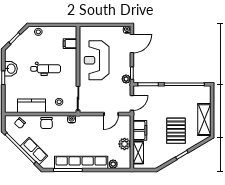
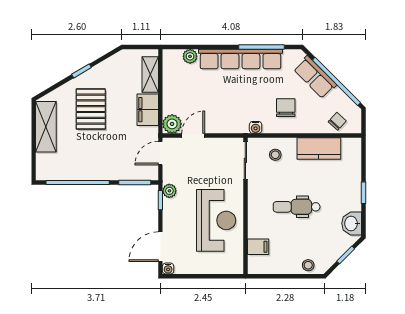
washbasin: (11, 69) -> (352, 223), moved
chair: (47, 123) -> (286, 108), moved
plant: (125, 144) -> (172, 124), moved

